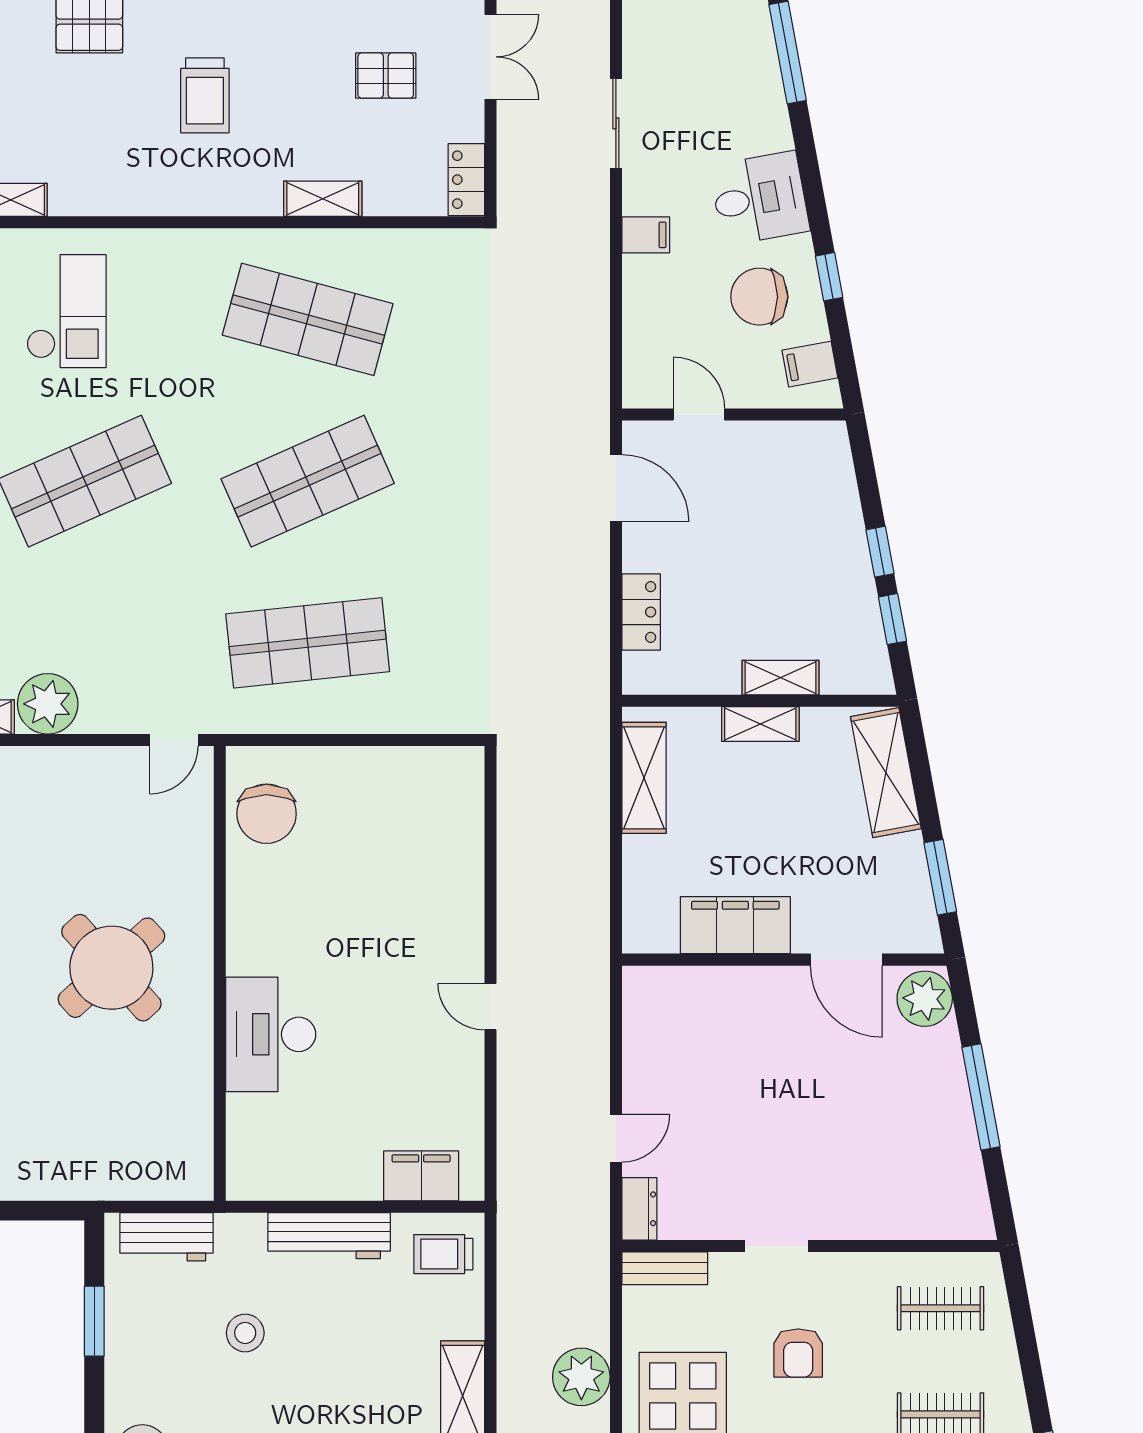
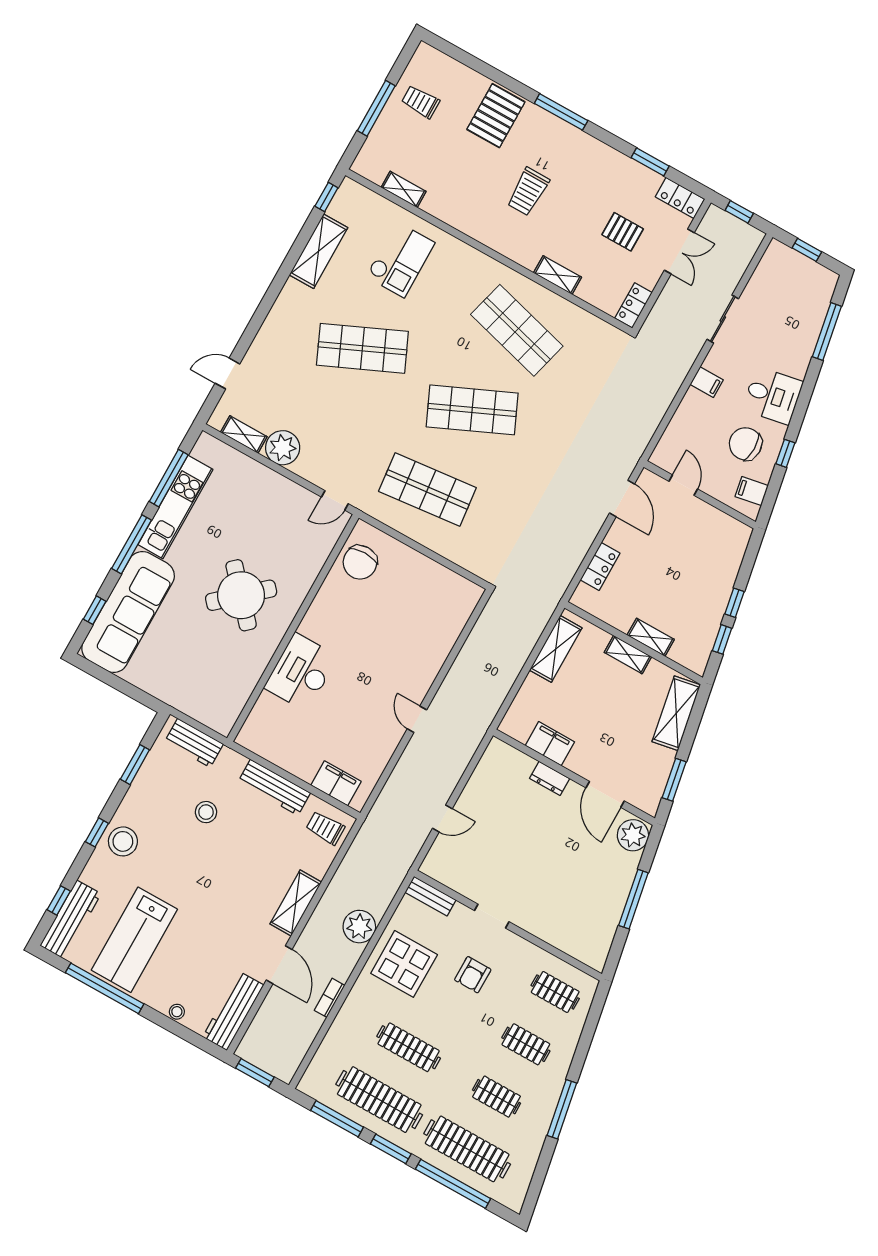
filing cabinet: (735, 925) -> (550, 744), width x0.67, depth x0.86
dresser: (639, 1209) -> (550, 778), moved, turned 90

